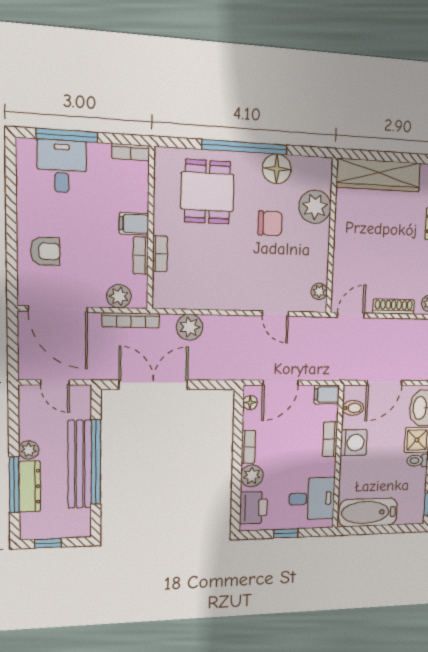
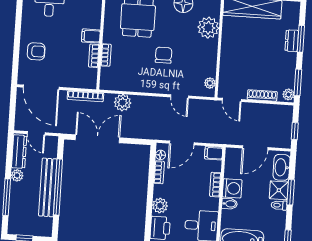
chair: (270, 223) -> (164, 55), moved, turned -90
plant: (119, 296) -> (79, 81), removed
door: (351, 315) -> (232, 100), swing flipped
bidet: (353, 408) -> (230, 204), moved
bookcase: (248, 447) -> (159, 172), moved
dresser: (30, 486) -> (19, 152), moved

